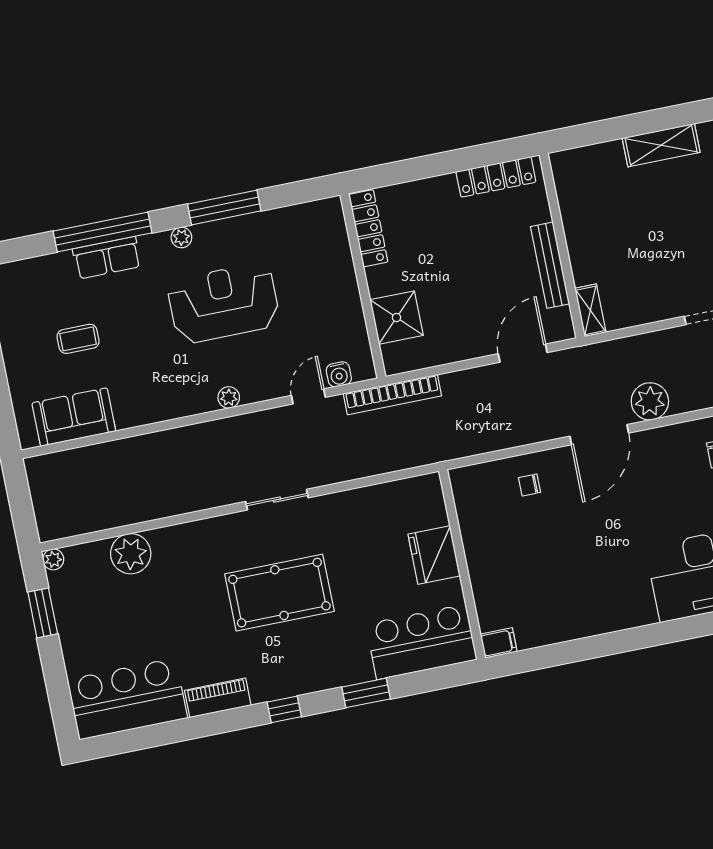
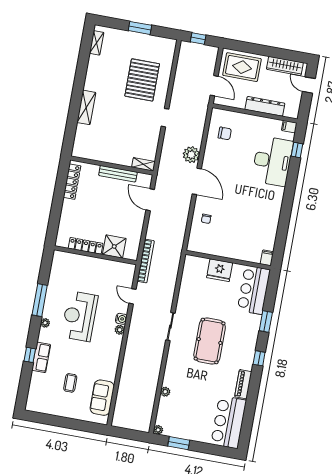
locker: (368, 228) -> (86, 246), moved
window: (103, 232) -> (30, 355), width x0.32
water cooler: (339, 374) -> (121, 319), moved
plant: (131, 554) -> (165, 392), width x0.53, depth x0.53

